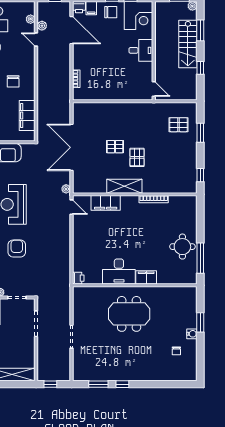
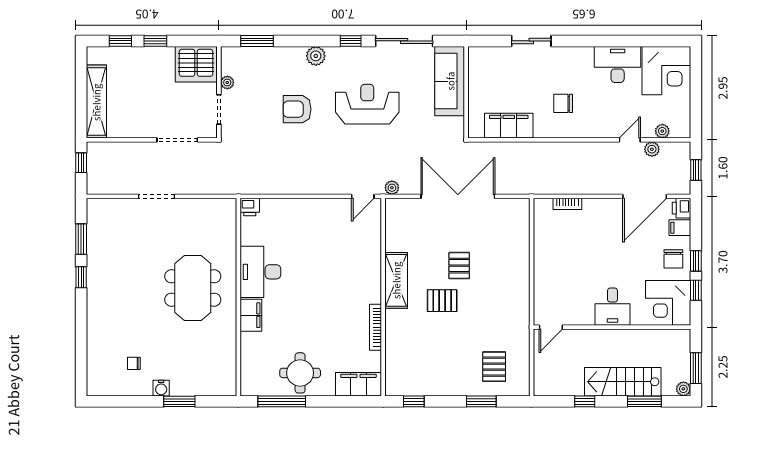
filing cabinet: (106, 203) -> (358, 384), moved, turned 90
armchair: (17, 248) -> (297, 109), turned 180

